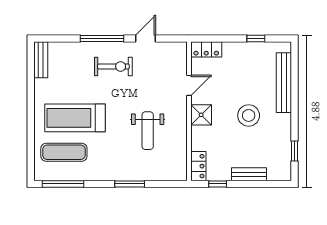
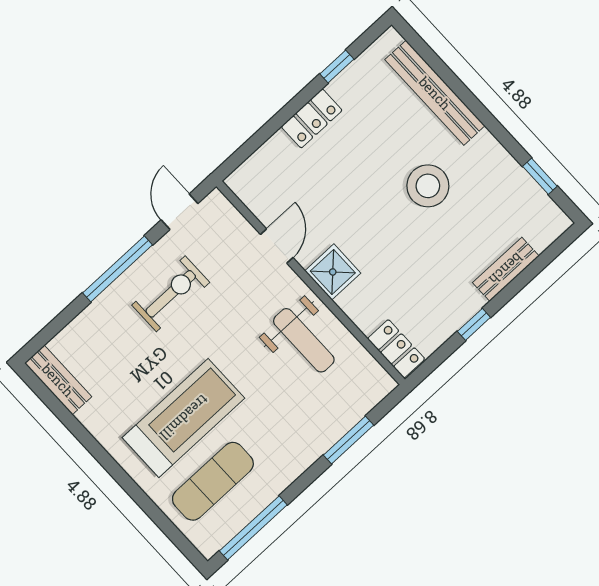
locker: (206, 49) -> (312, 118), moved
door: (189, 85) -> (277, 246), moved
wall: (189, 111) -> (311, 283), moved
shower: (201, 115) -> (333, 272), moved
treadmill: (75, 118) -> (184, 418), turned 180
locker: (198, 166) -> (396, 349), moved

